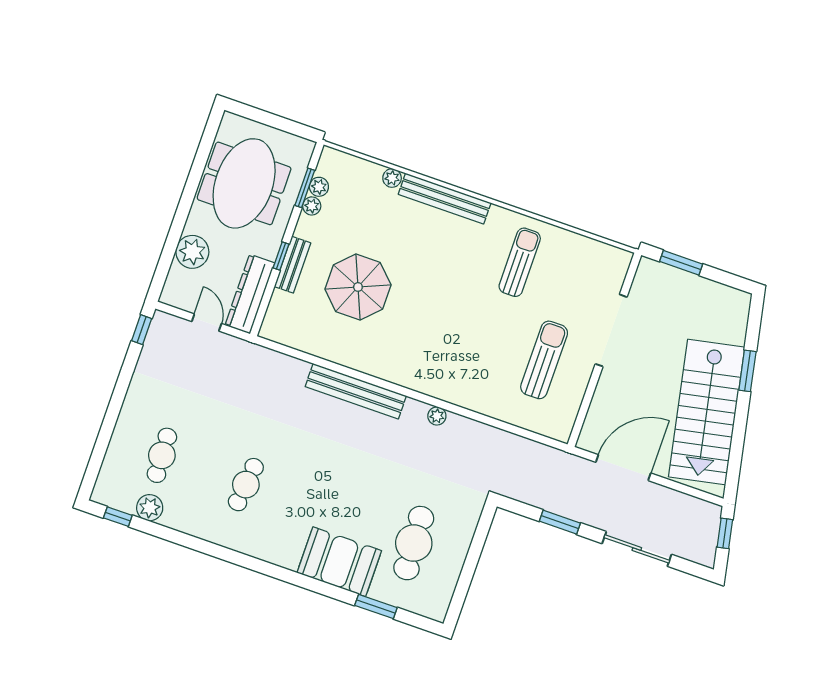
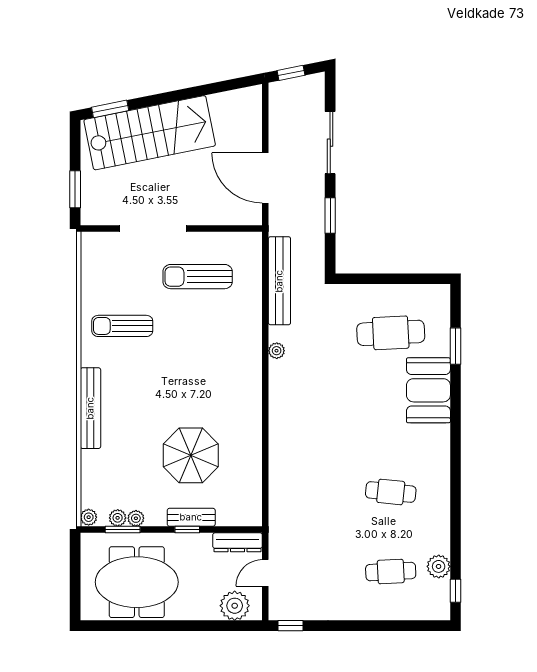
plant: (392, 178) -> (89, 517), moved
plant: (192, 252) -> (235, 606), moved
dresser: (250, 294) -> (238, 542), width x0.73, depth x0.80
window: (747, 371) -> (110, 109), moved
bench: (356, 391) -> (279, 281), moved
stairs: (707, 412) -> (150, 133), moved

